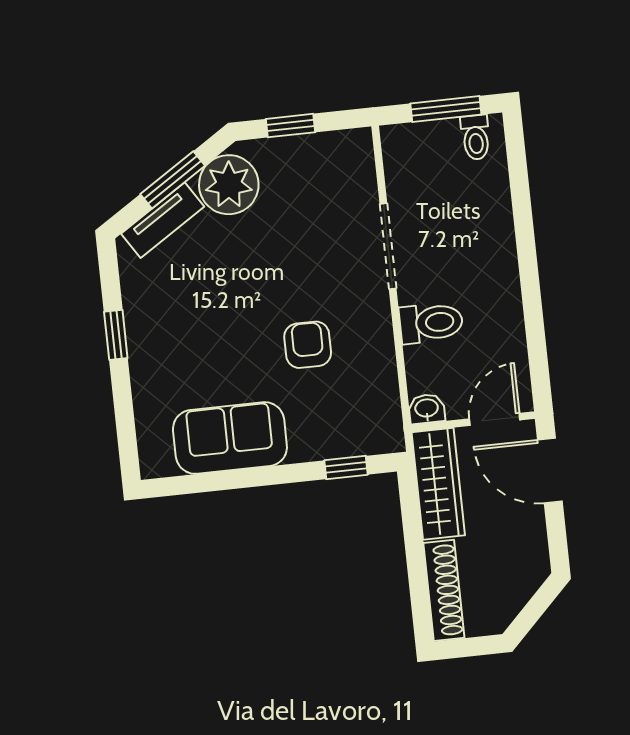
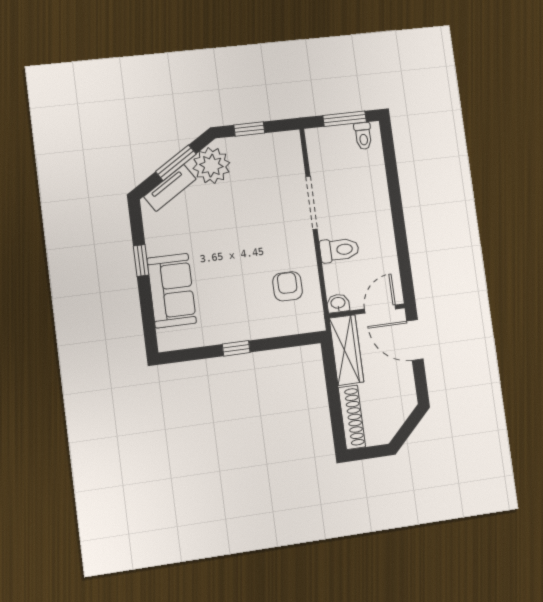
armchair: (308, 345) -> (288, 286), moved
sofa: (230, 438) -> (172, 291), moved, turned 90
window: (346, 467) -> (236, 348), moved

